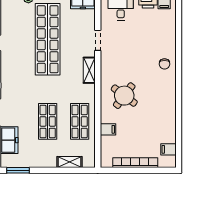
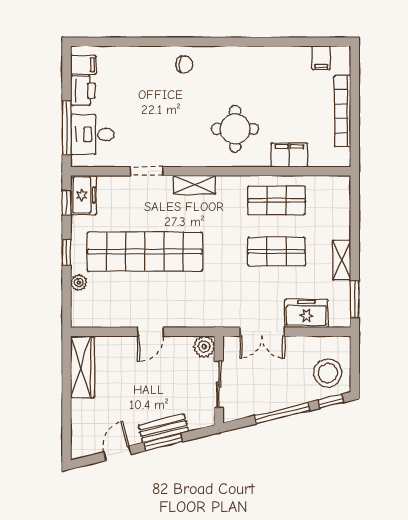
round table: (124, 96) -> (235, 129), turned -37
filing cabinet: (108, 129) -> (289, 155), width x2.00
shelving: (69, 162) -> (342, 260), moved

